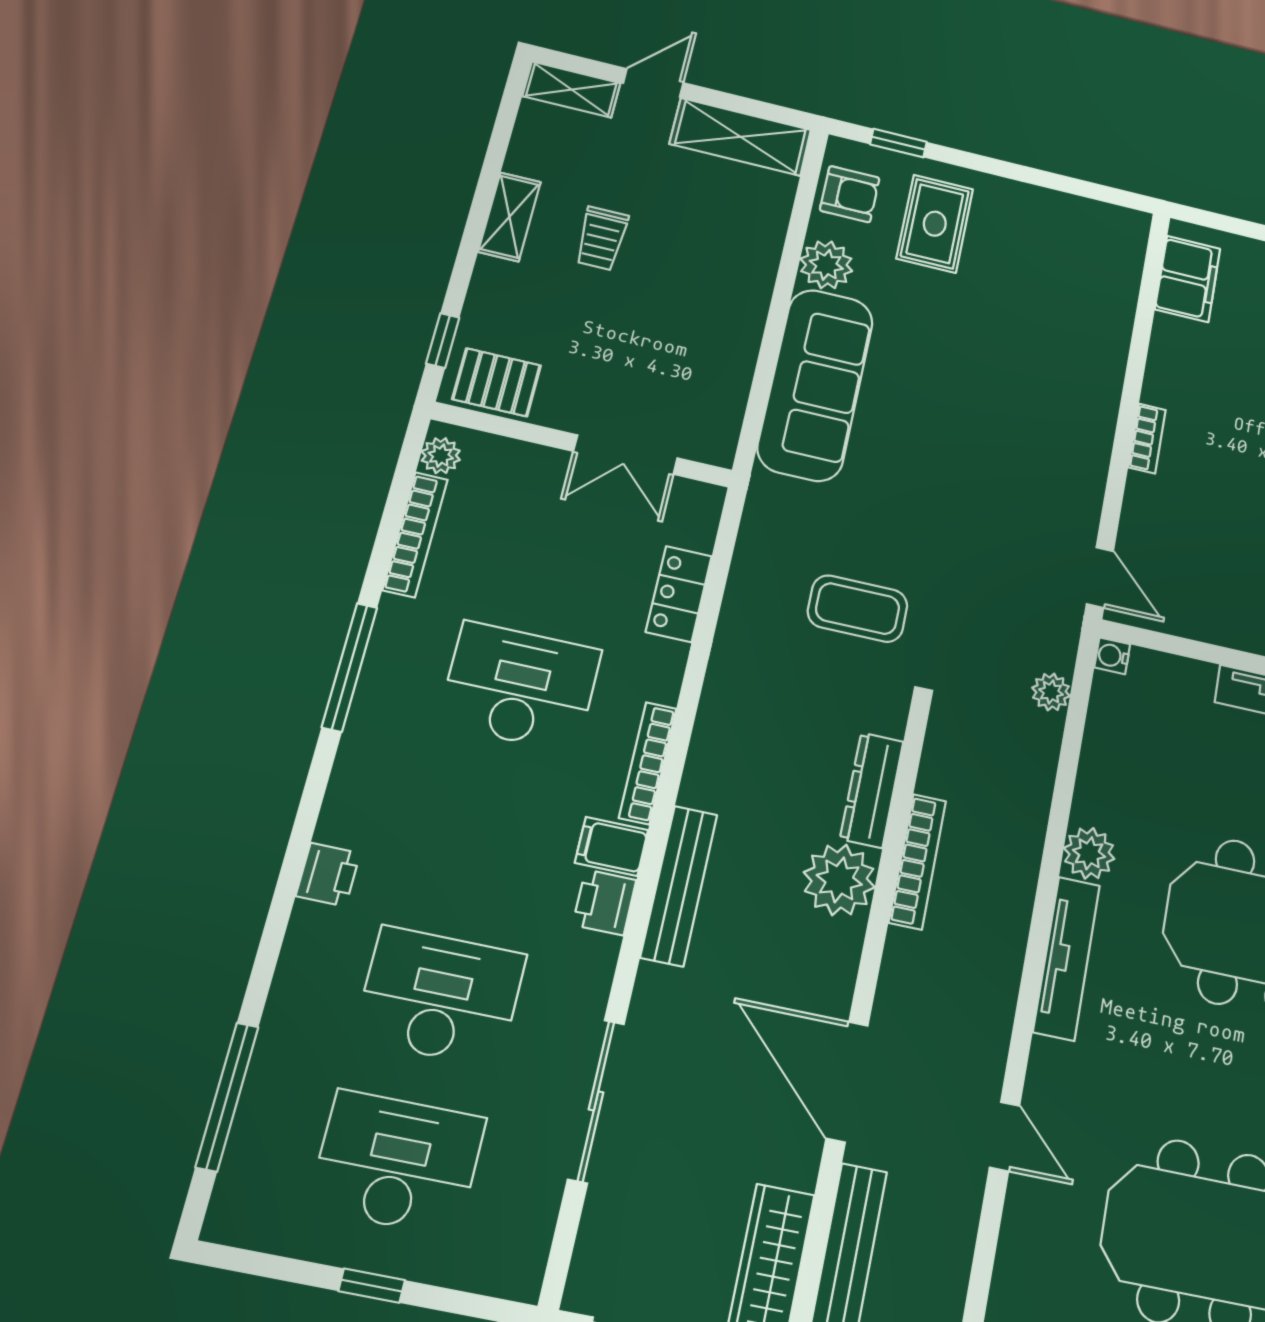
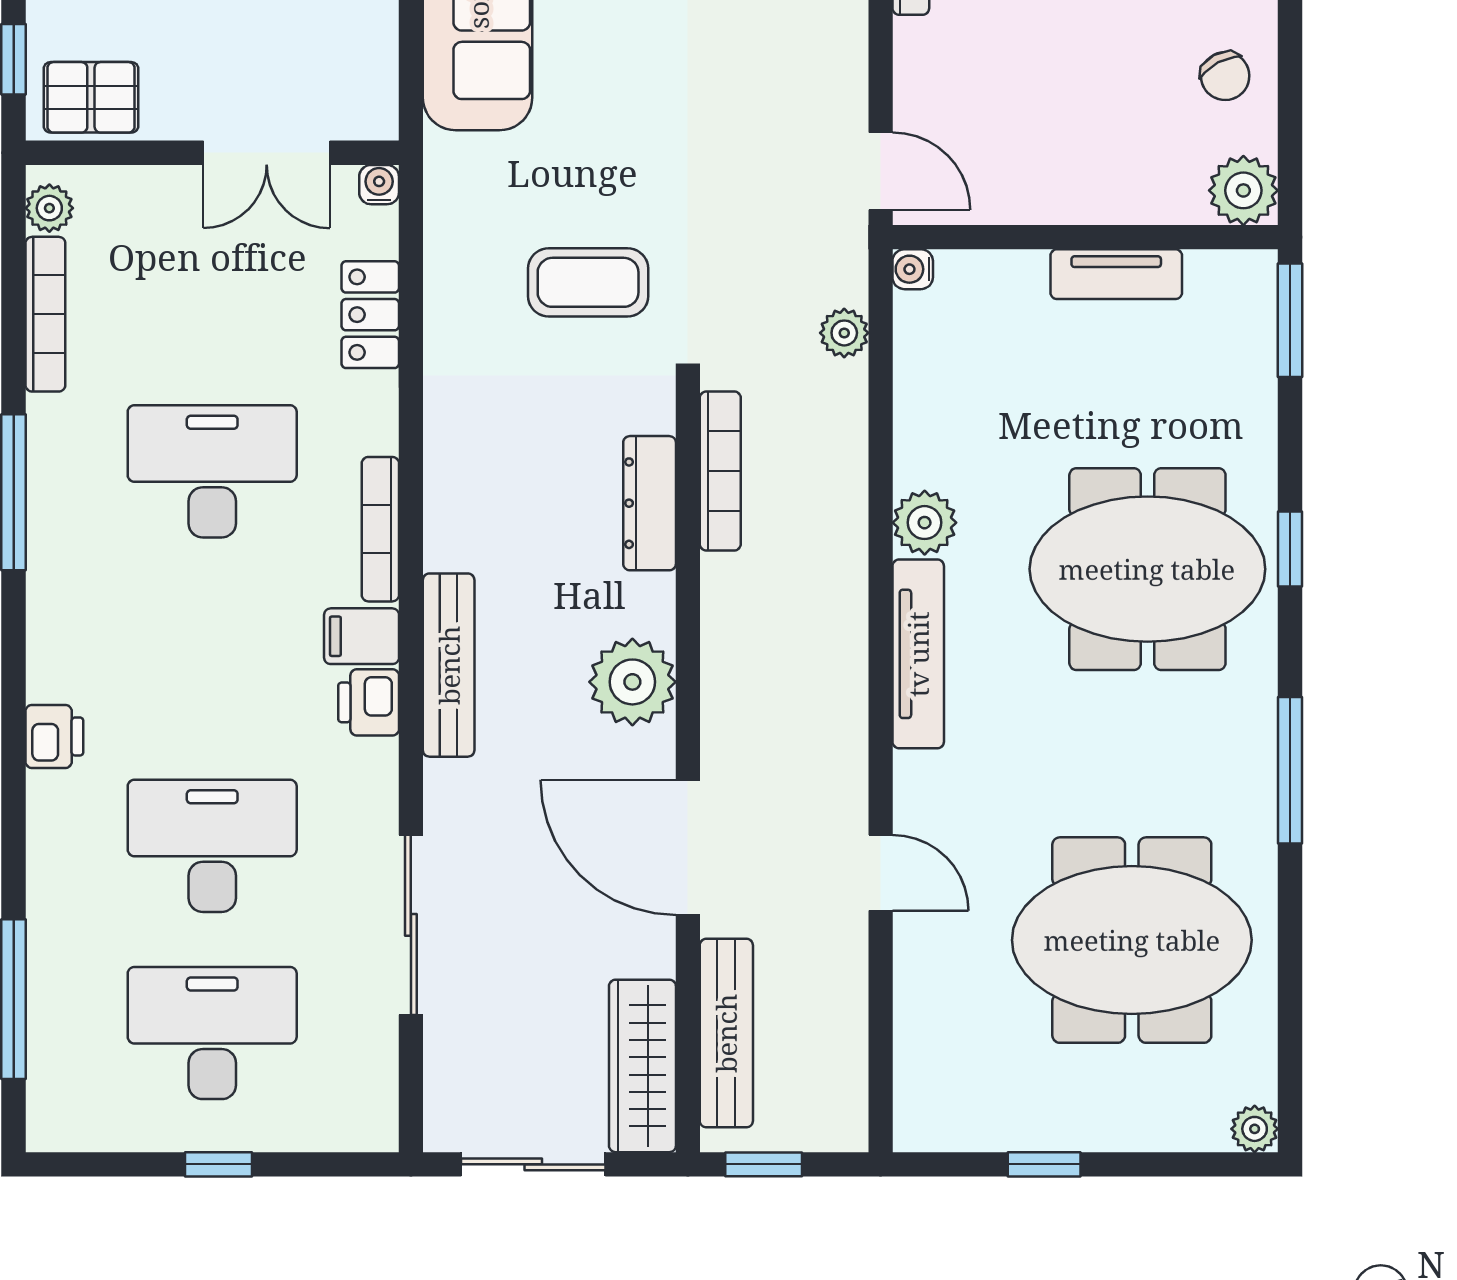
water cooler: (709, 498) -> (379, 185), added
bookcase: (918, 862) -> (720, 471), moved
plant: (839, 880) -> (632, 682), moved

